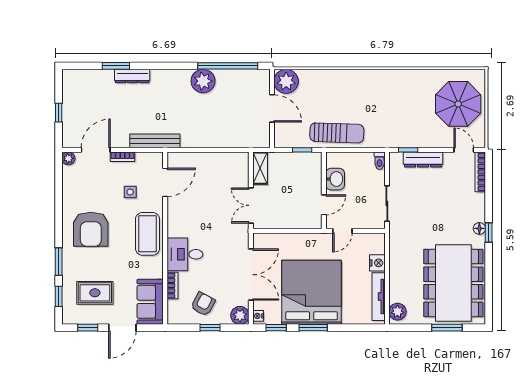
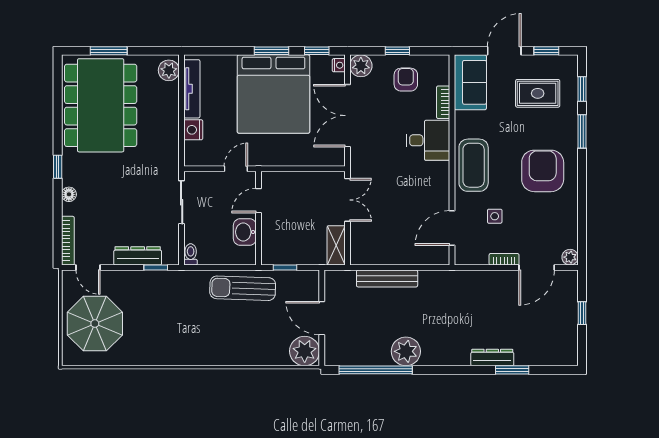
bench: (155, 141) -> (387, 278), moved
floor lamp: (479, 228) -> (69, 194), moved
armchair: (203, 304) -> (406, 80), turned 152

